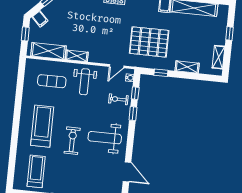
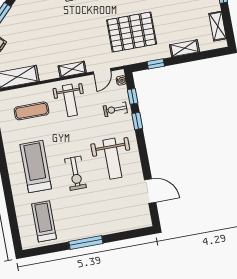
shelving: (77, 56) -> (72, 69), moved
weight bench: (105, 138) -> (112, 159), turned -90
exercise bike: (72, 141) -> (76, 173), turned 180

